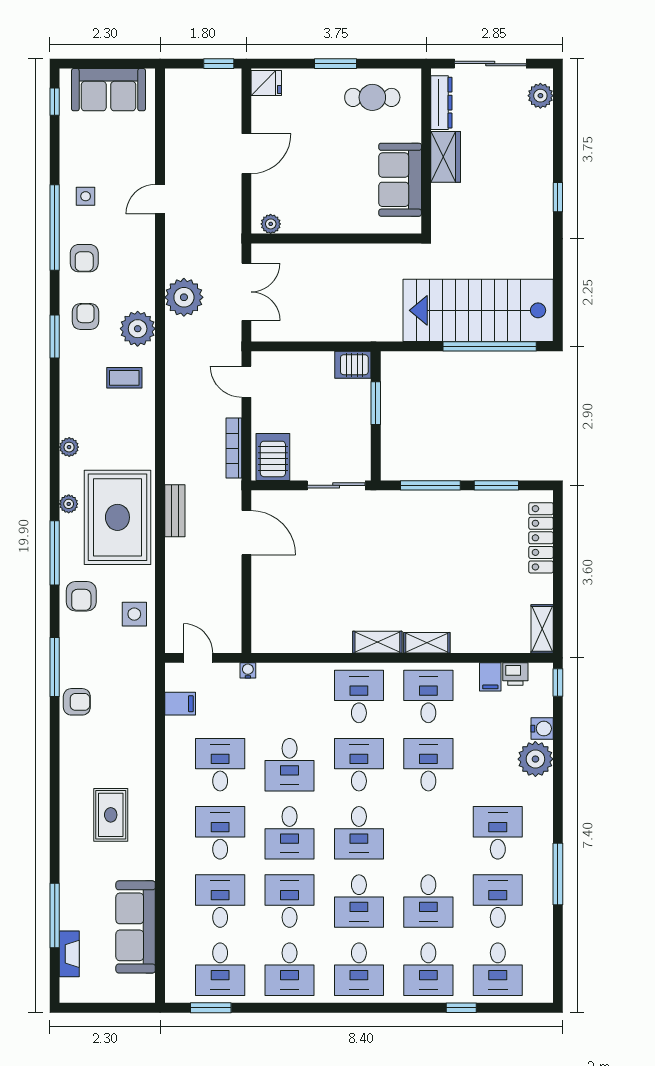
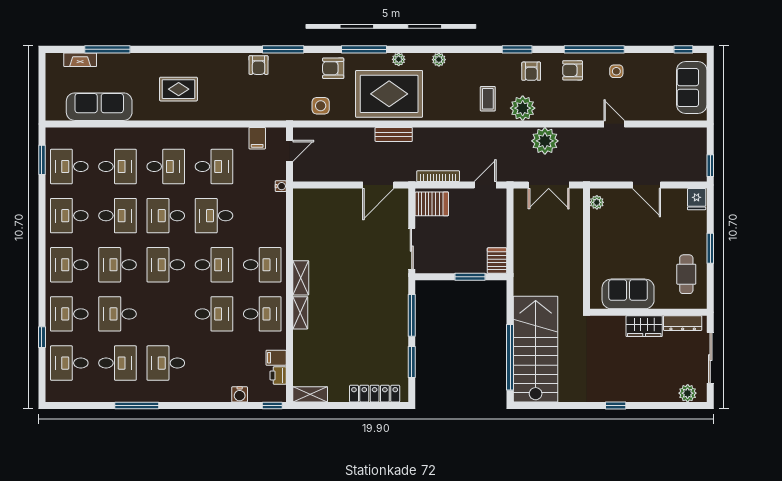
armchair: (85, 317) -> (531, 71), turned 90
plant: (535, 759) -> (218, 390), removed
desk: (498, 833) -> (166, 363), turned 180

